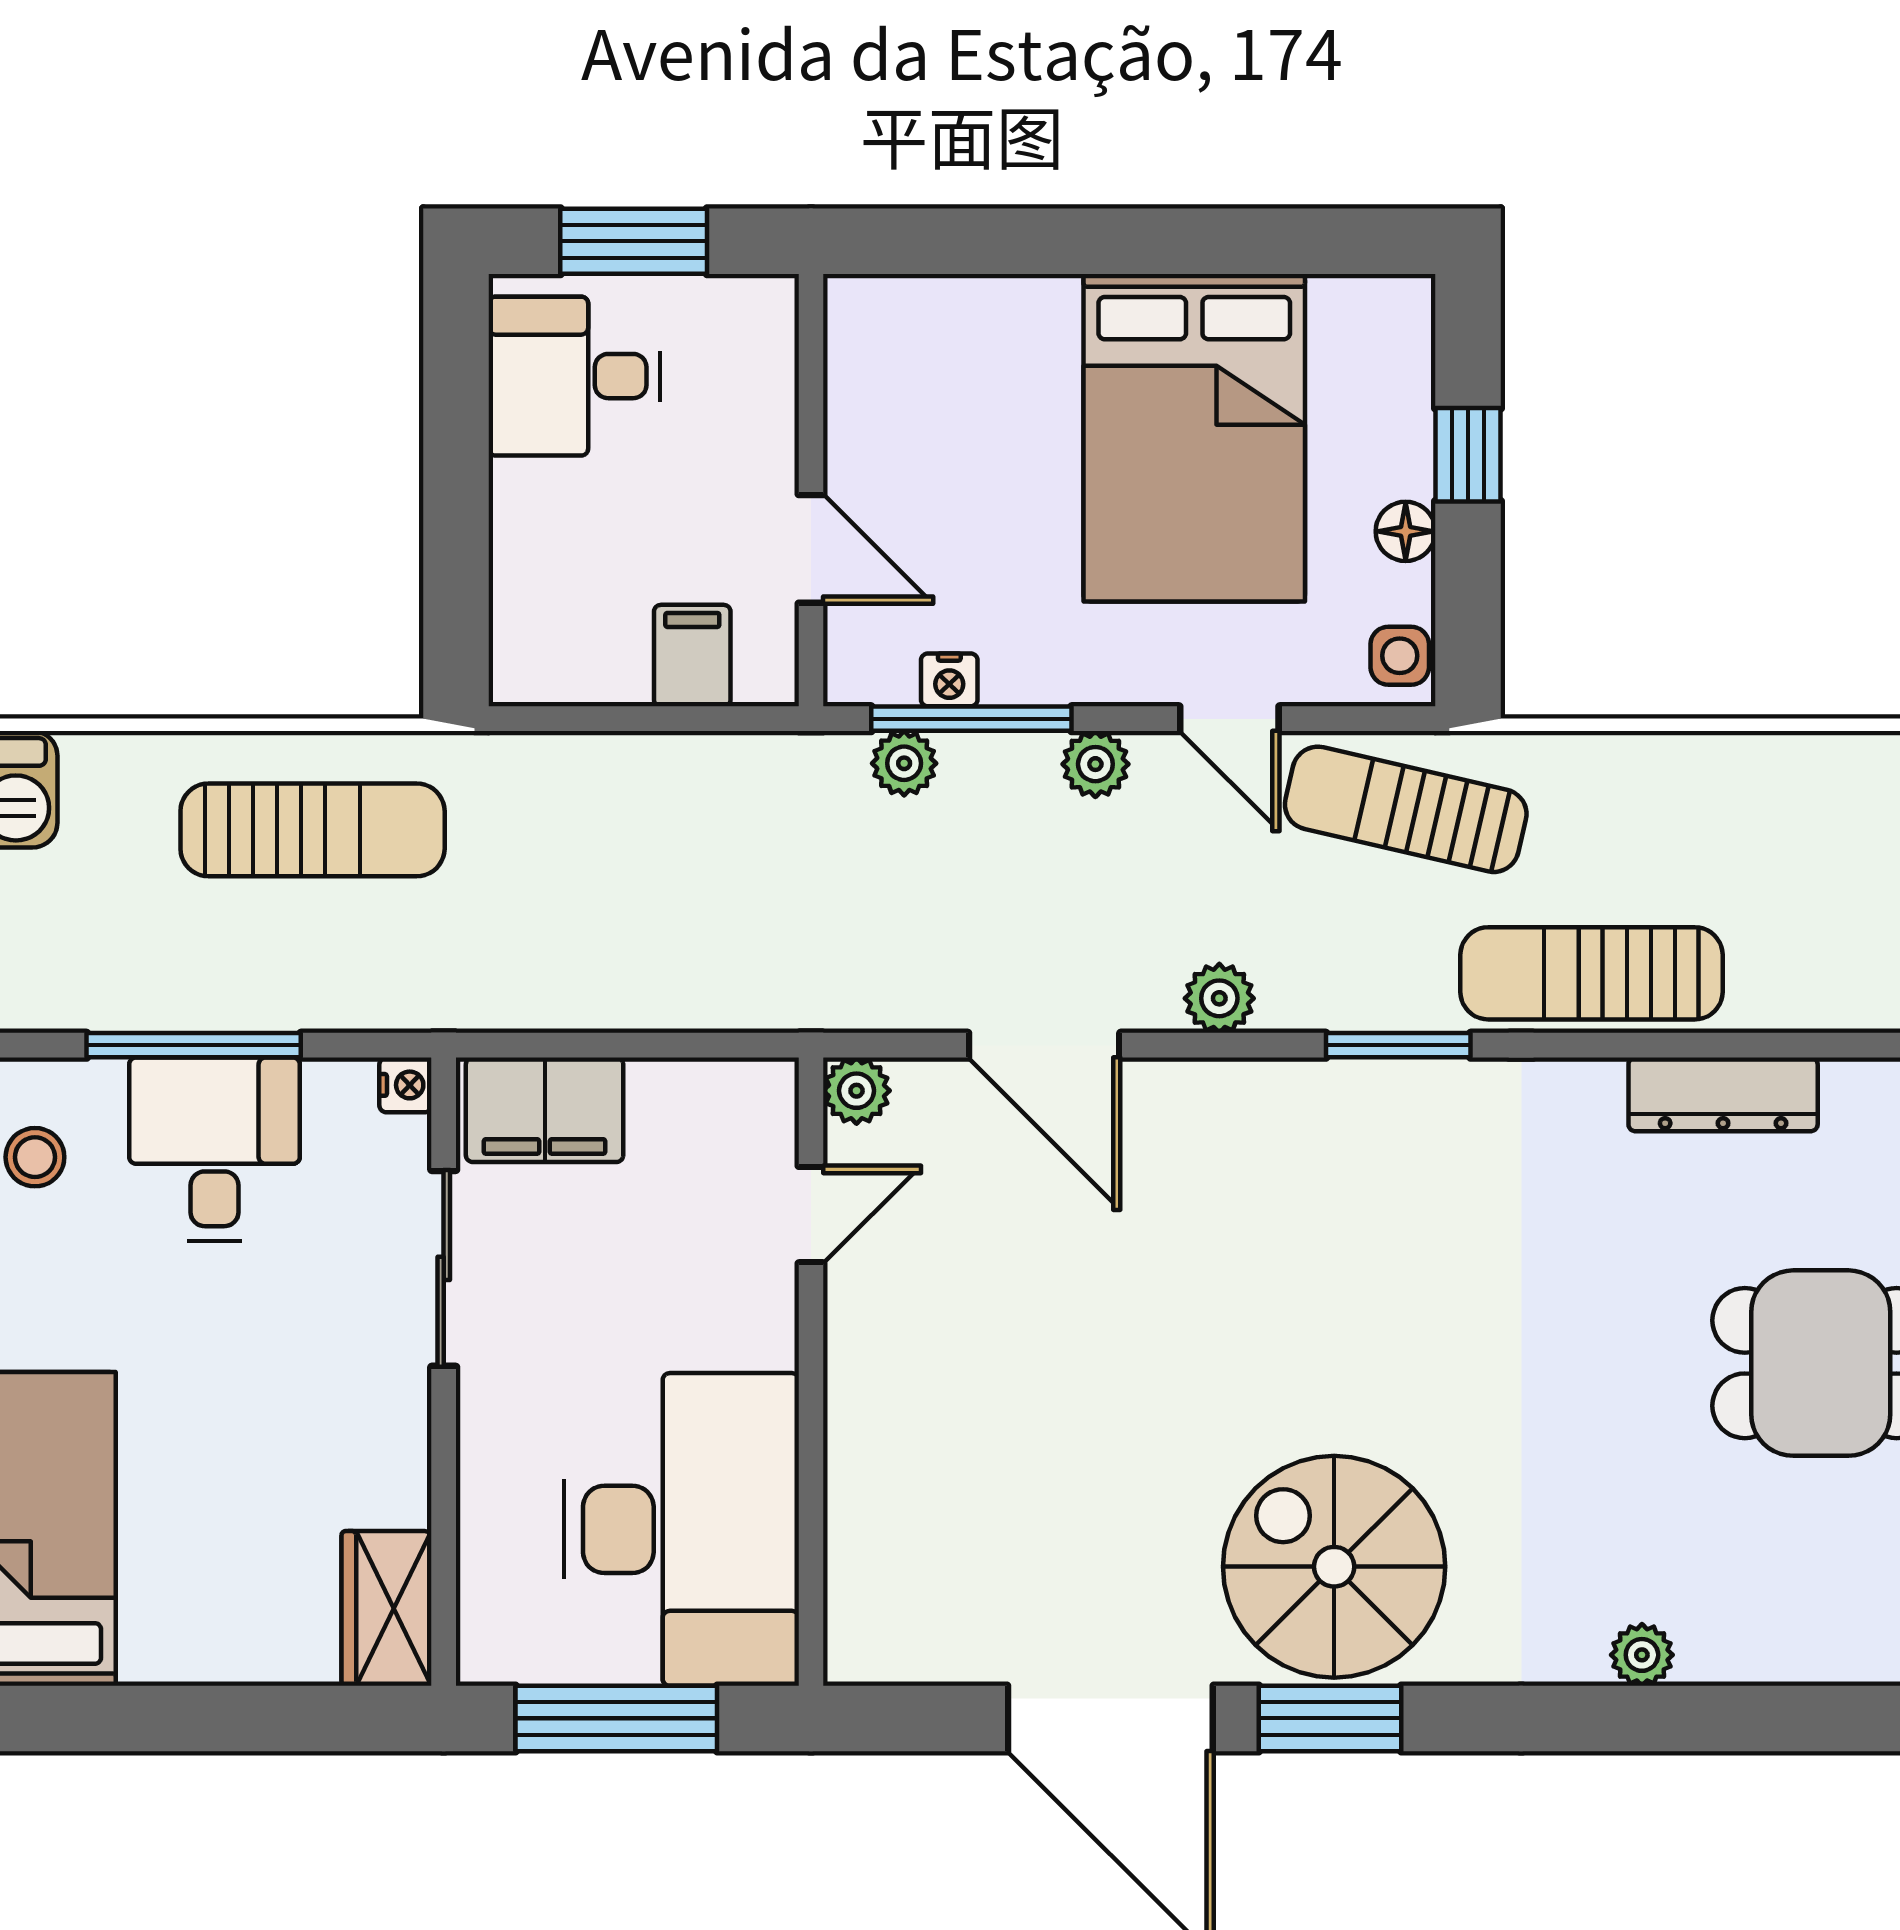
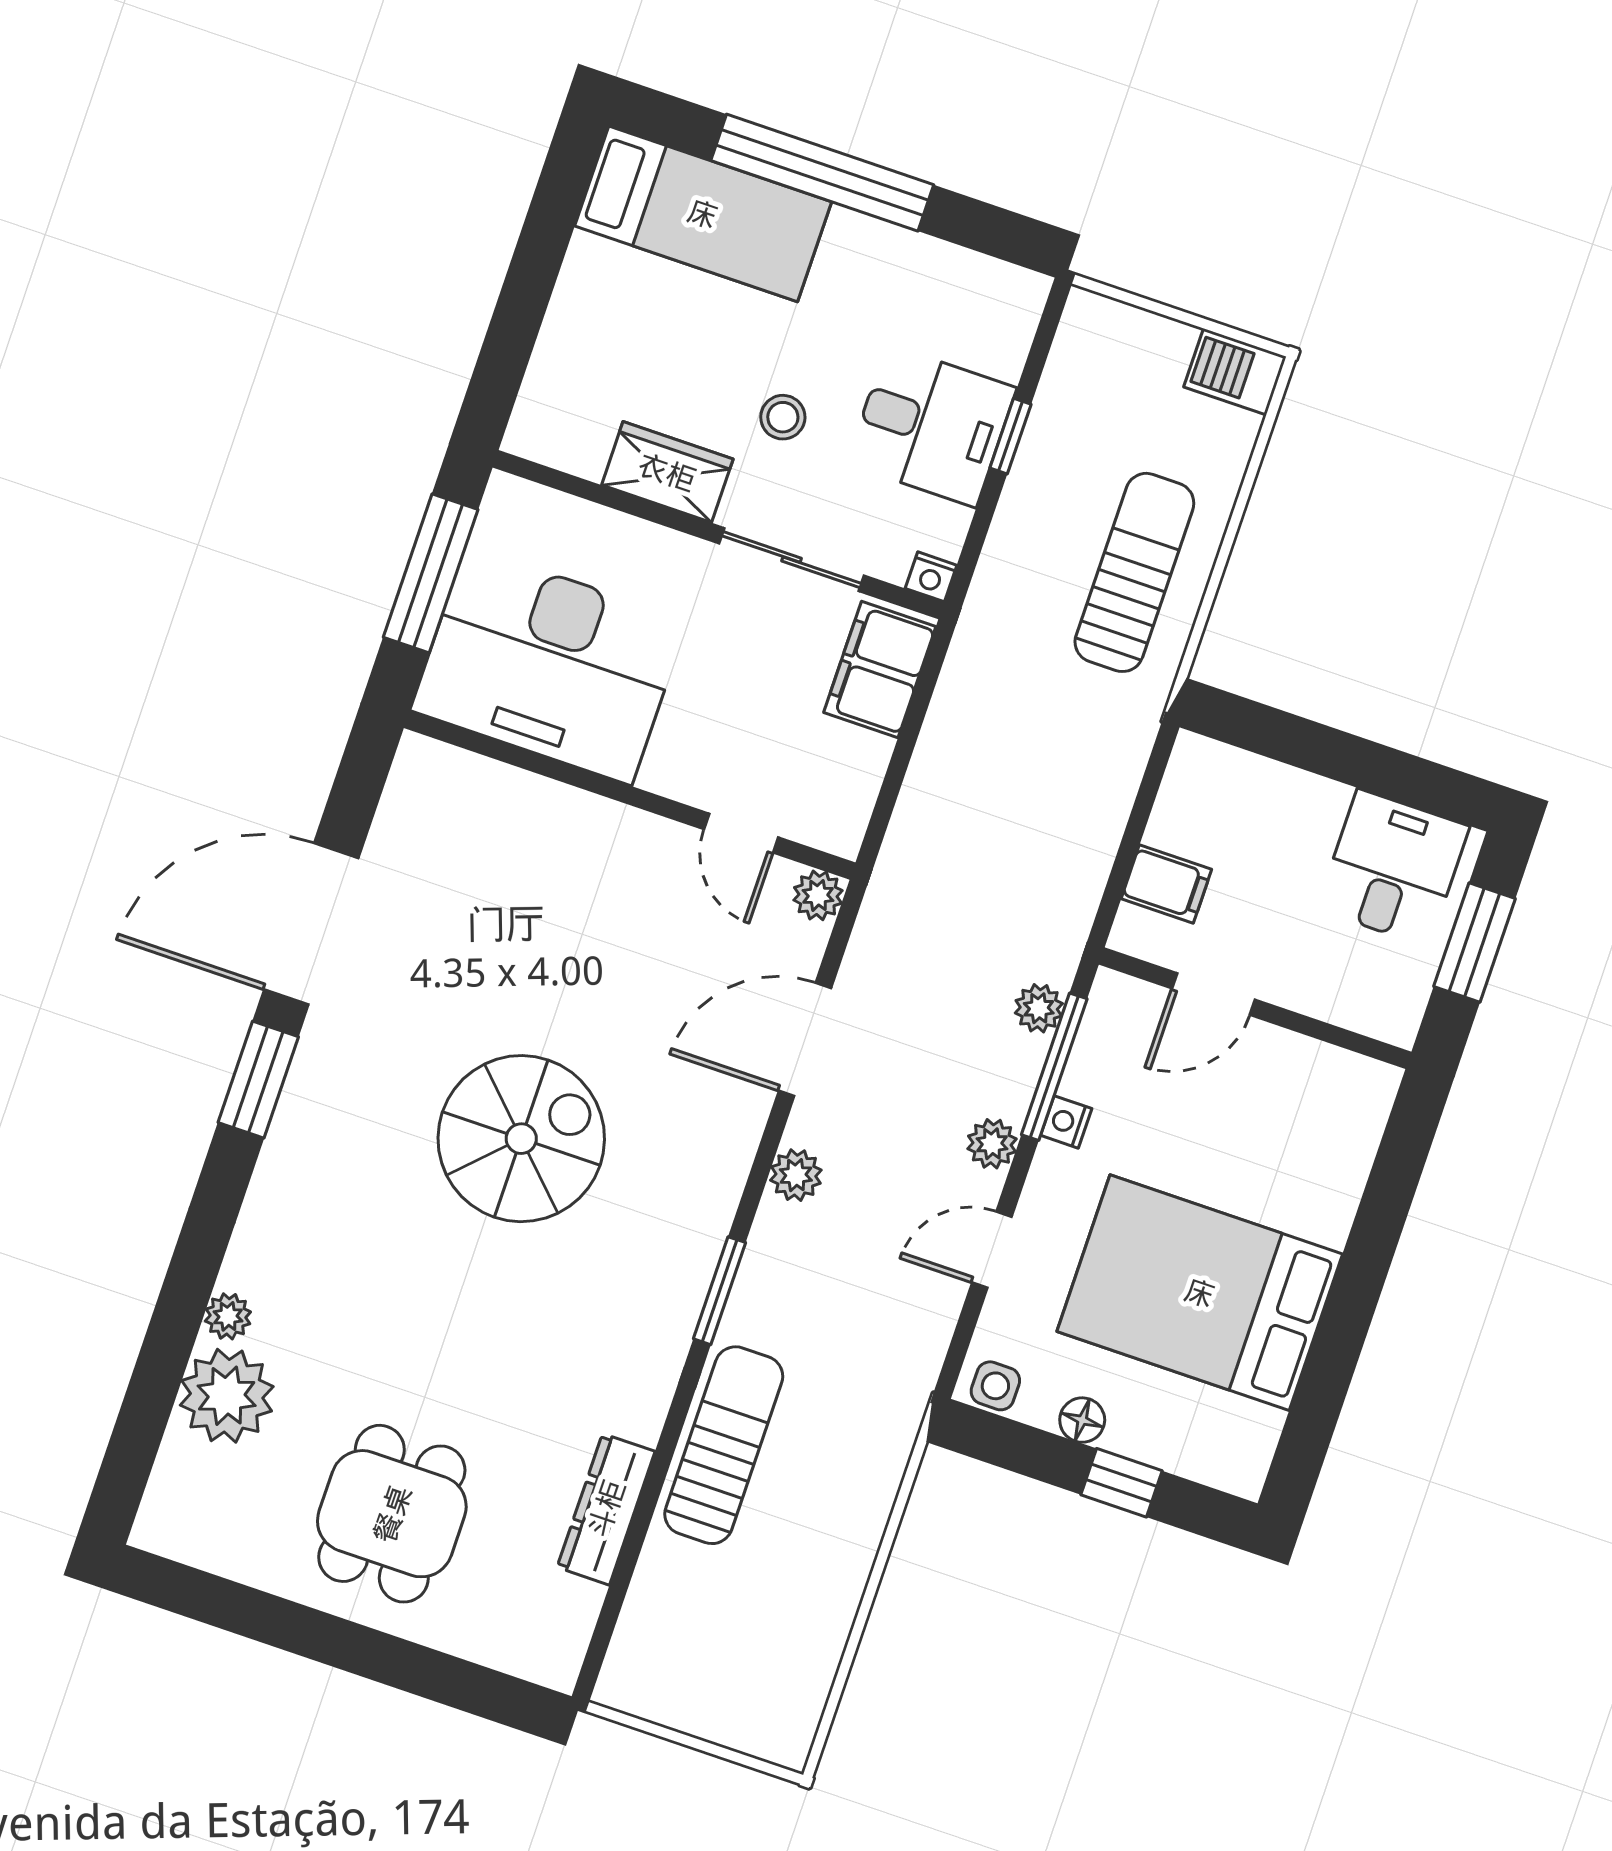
nightstand: (949, 680) -> (1066, 1122), moved
sun lounger: (1406, 809) -> (885, 1353), removed
sun lounger: (313, 830) -> (1134, 572), turned 180
window: (194, 1045) -> (1010, 436), width x0.46
stool: (35, 1157) -> (783, 417), moved
spiral stairs: (1334, 1567) -> (521, 1139), moved
wardrobe: (387, 1608) -> (667, 472), moved
plant: (1743, 1622) -> (227, 1396), added

